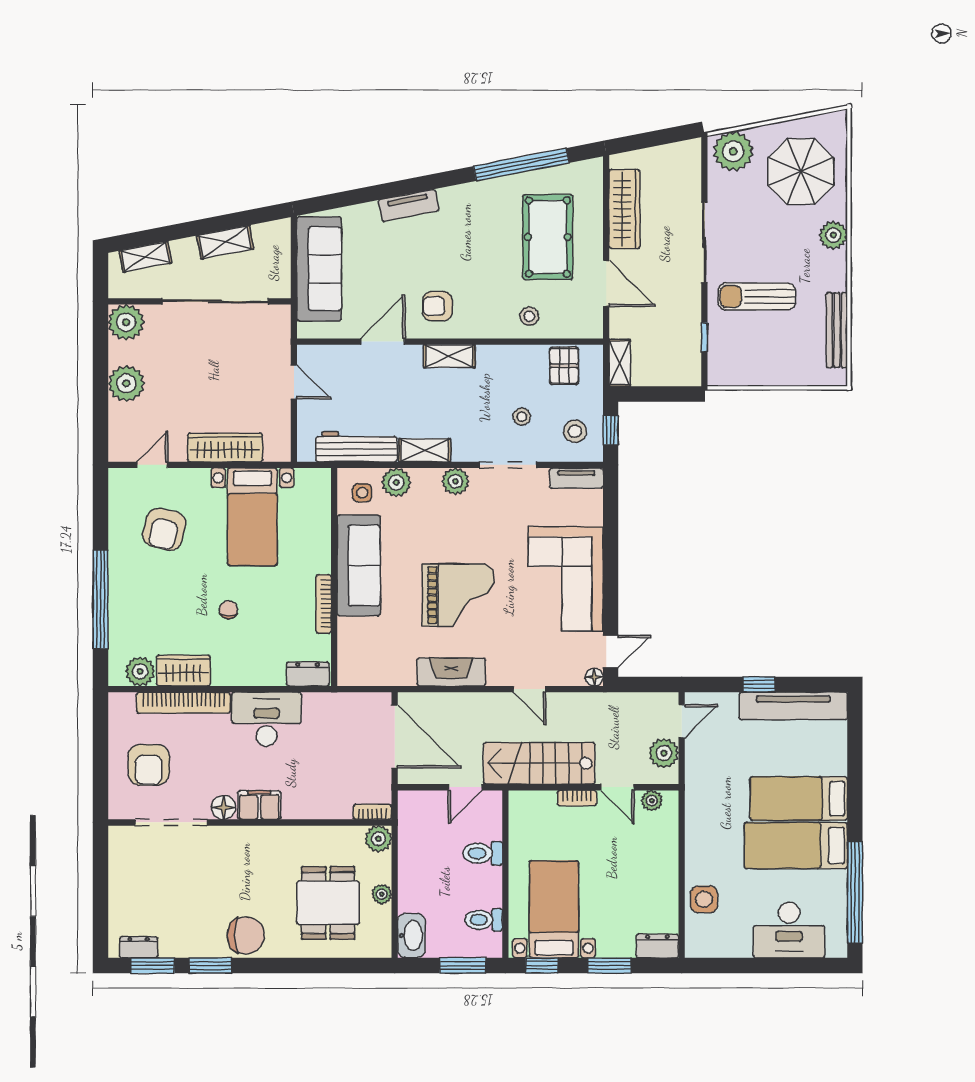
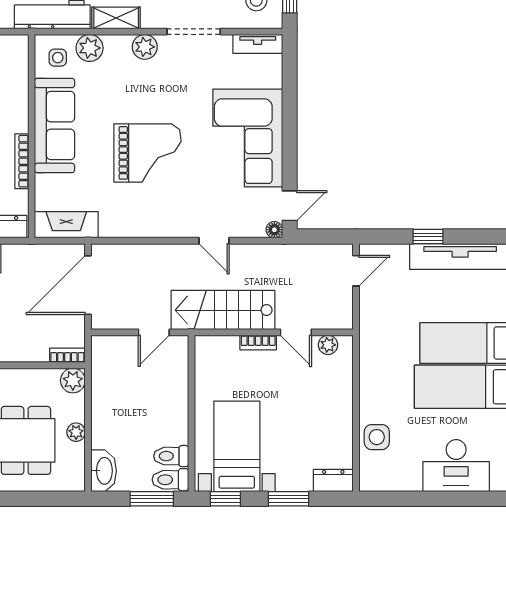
fireplace: (451, 672) -> (66, 225), moved
door: (395, 737) -> (88, 285), swing flipped
plant: (664, 753) -> (339, 300), removed
toilet: (483, 853) -> (170, 480), moved

